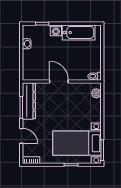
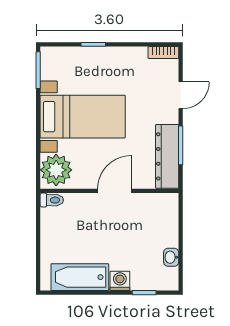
door: (59, 81) -> (114, 191), swing flipped
plant: (96, 93) -> (56, 170), width x1.87, depth x1.87
door: (21, 136) -> (181, 95), swing flipped
bed with nightstands: (77, 143) -> (83, 117), moved

